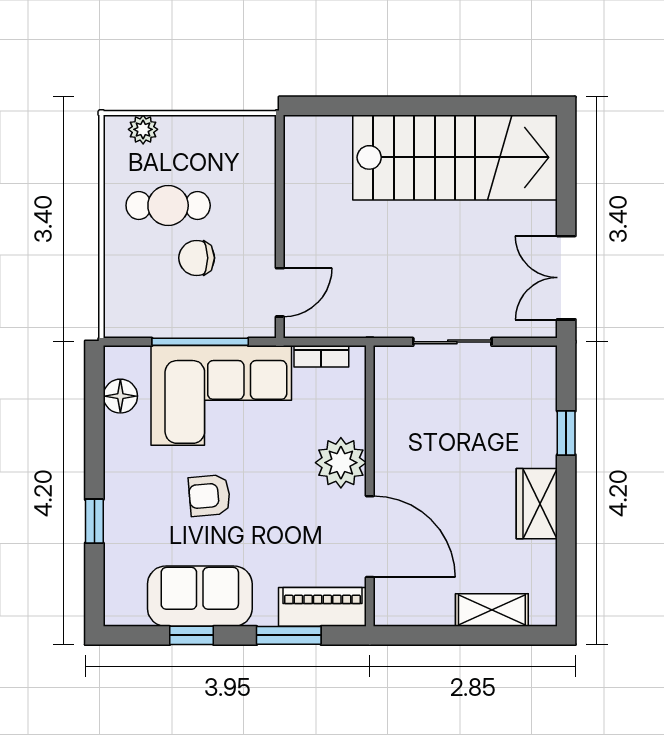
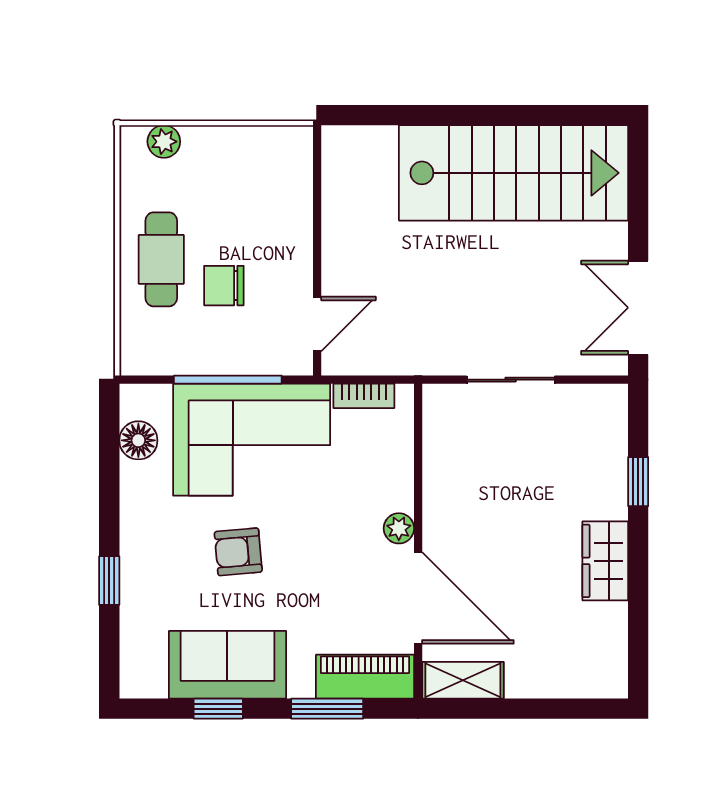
cafe table: (168, 205) -> (161, 259), moved, turned 90
plant: (341, 463) -> (399, 528), width x0.53, depth x0.53
shelving: (492, 610) -> (463, 680), moved

